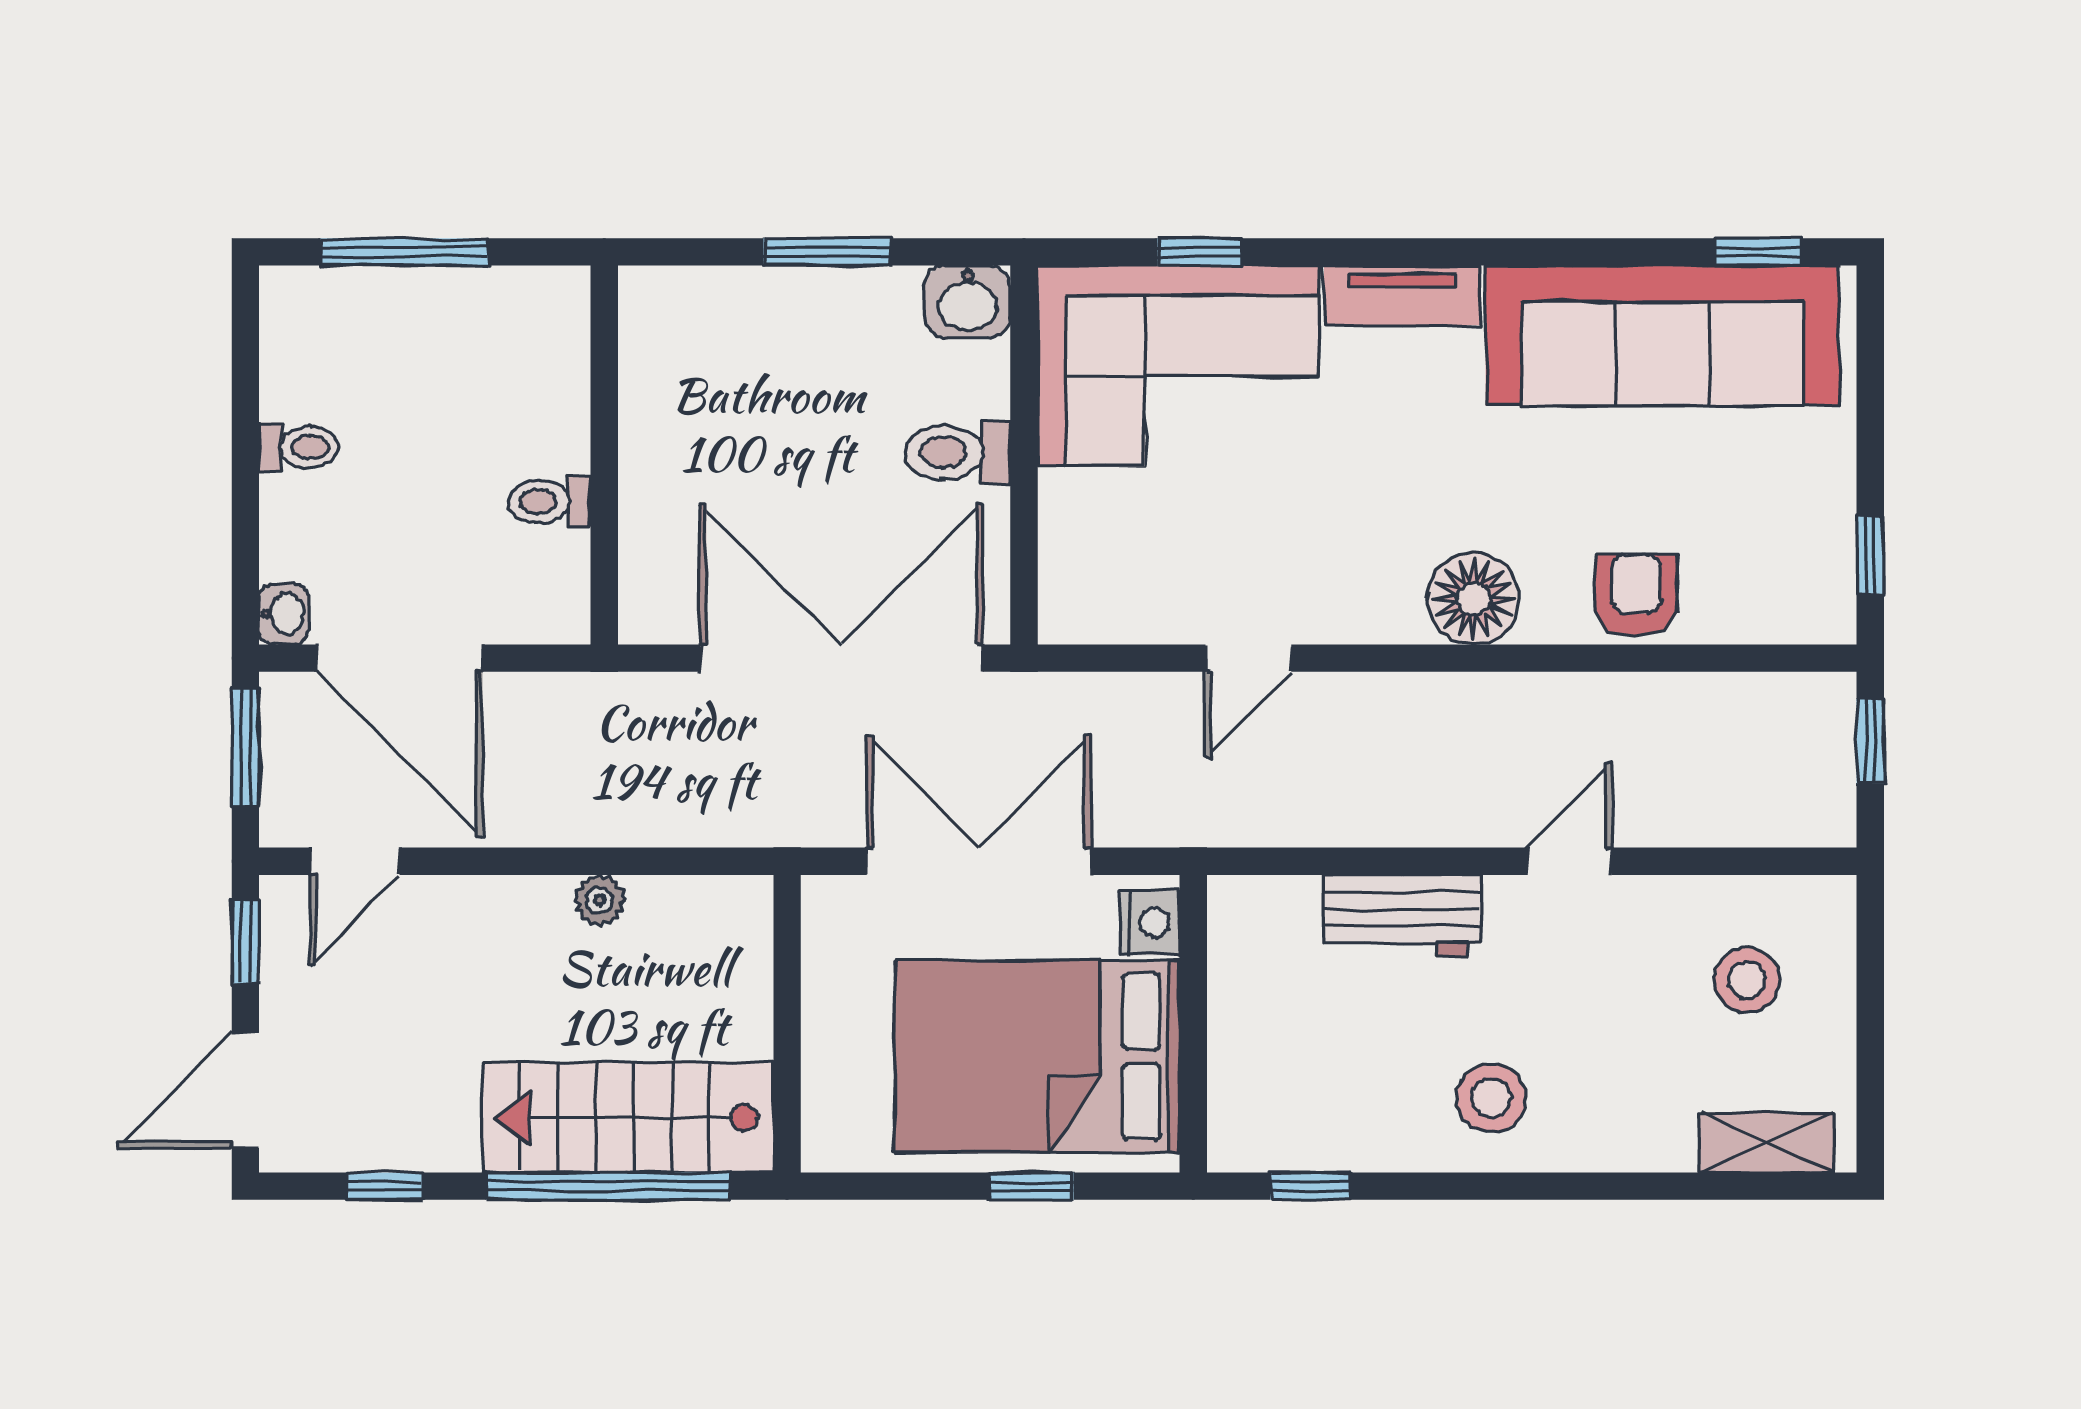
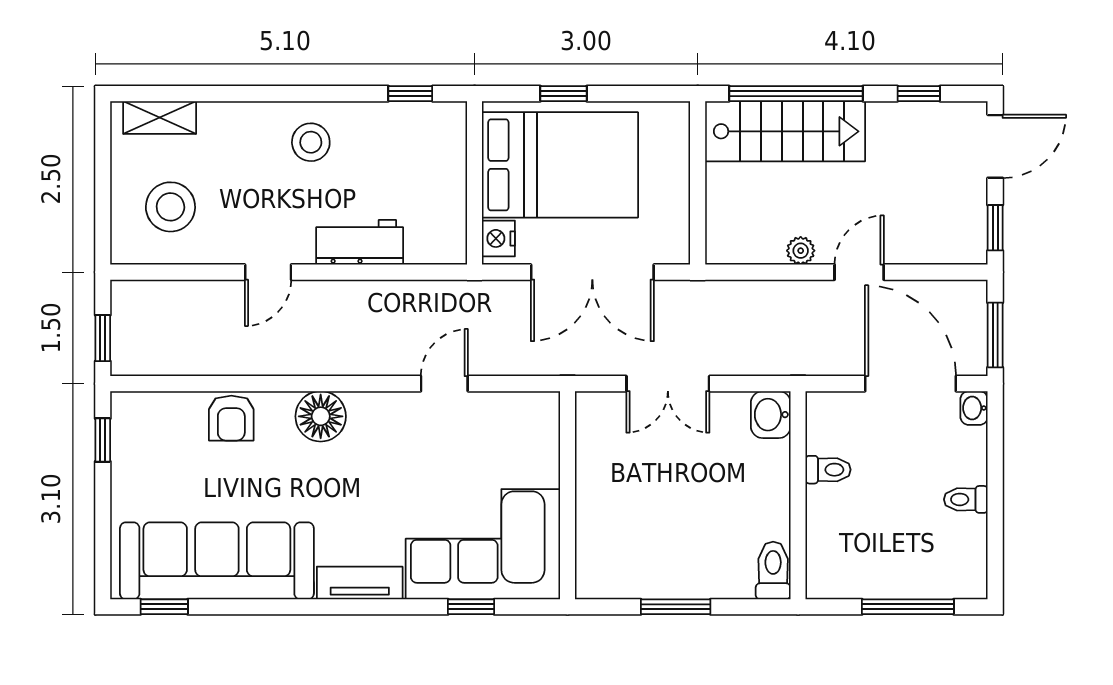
washbasin: (968, 302) -> (771, 415), moved, turned -90
toilet: (958, 453) -> (773, 571), moved, turned -90
double door: (841, 658) -> (668, 384), width x0.54
door: (355, 861) -> (859, 272), moved
stool: (1747, 980) -> (170, 207), width x1.38, depth x1.38

